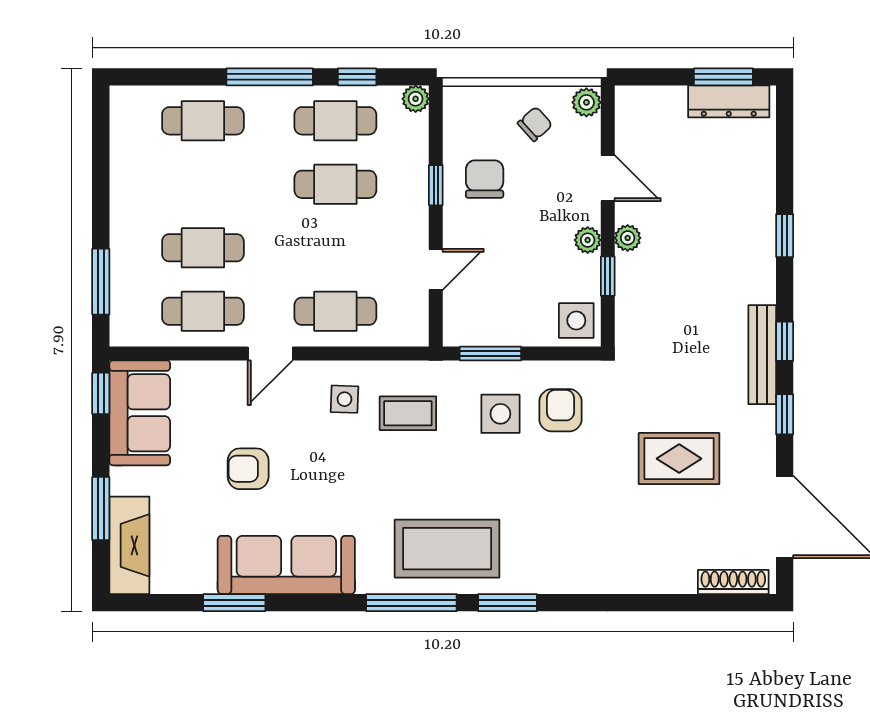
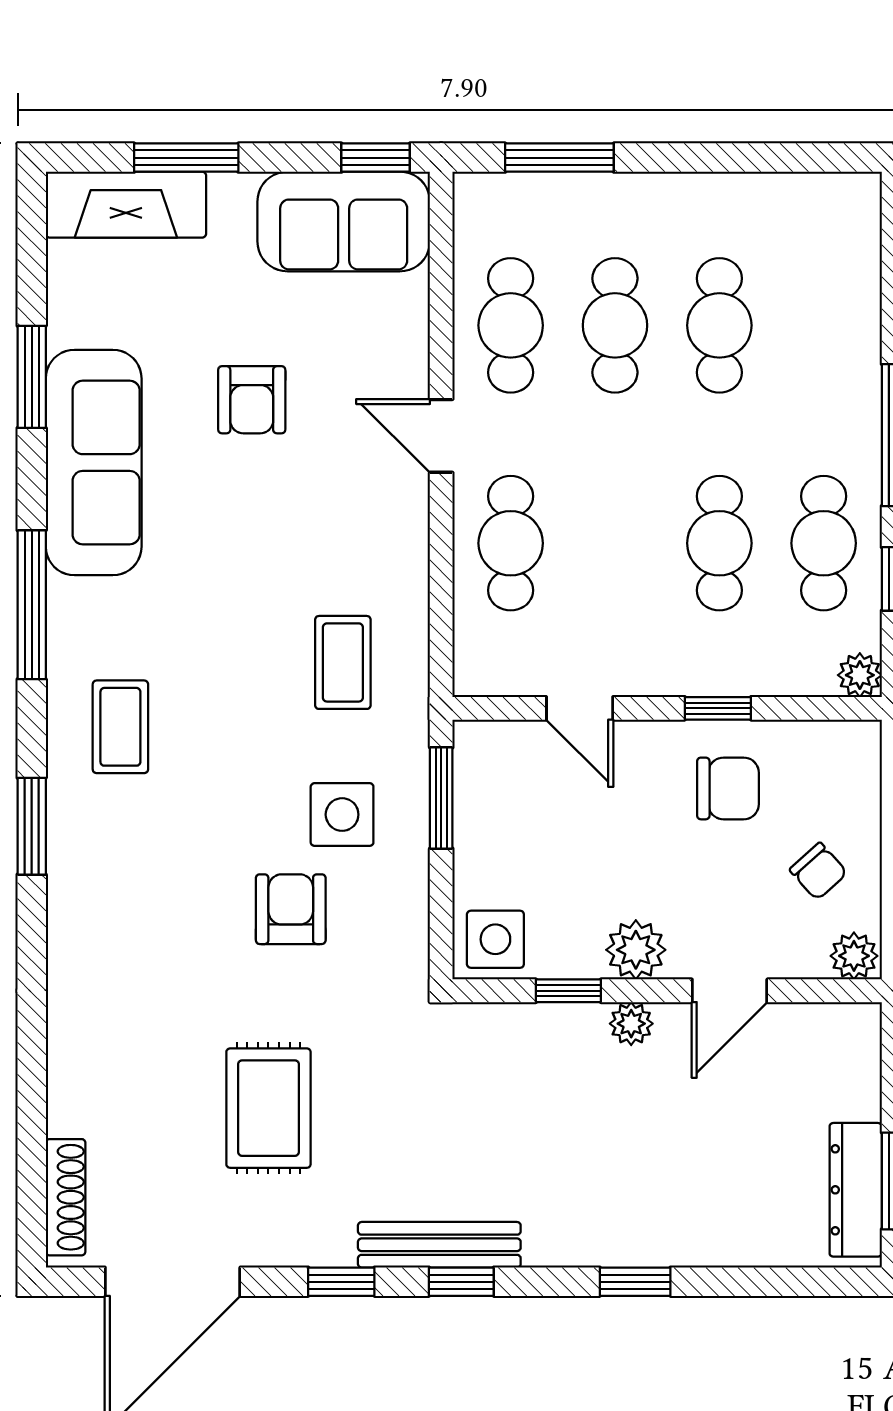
cafe table: (203, 121) -> (719, 325), moved
plant: (588, 240) -> (636, 950), width x1.38, depth x1.38
side table: (344, 399) -> (366, 558), removed
armchair: (560, 410) -> (291, 909), moved, turned -90
armchair: (248, 469) -> (252, 400), turned 180
coffee table: (447, 549) -> (120, 727), width x0.54, depth x0.58
window: (411, 603) -> (32, 605), moved

